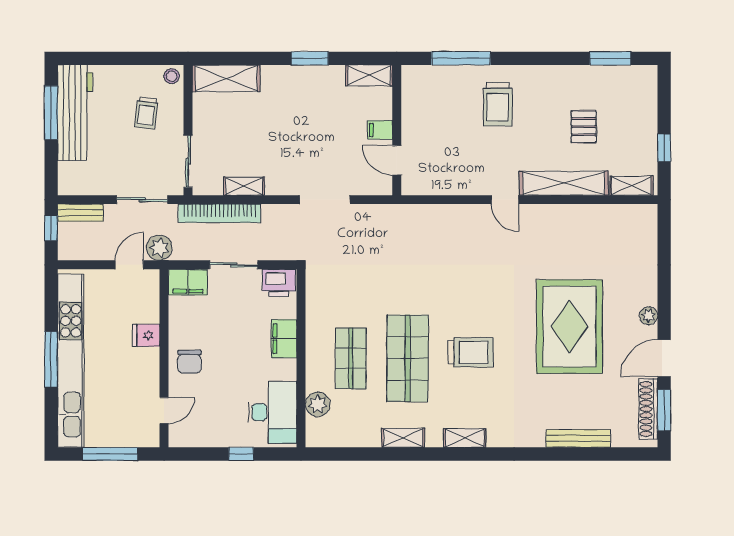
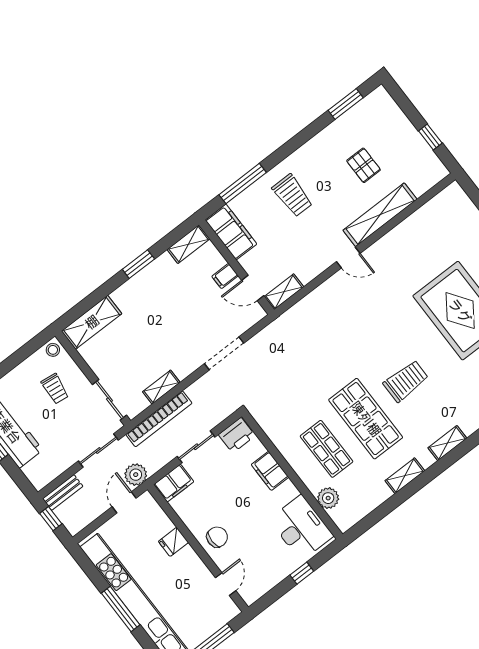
filing cabinet: (416, 94) -> (231, 232), added
shelving: (631, 186) -> (284, 292), moved
chair: (189, 362) -> (217, 537), turned -90

